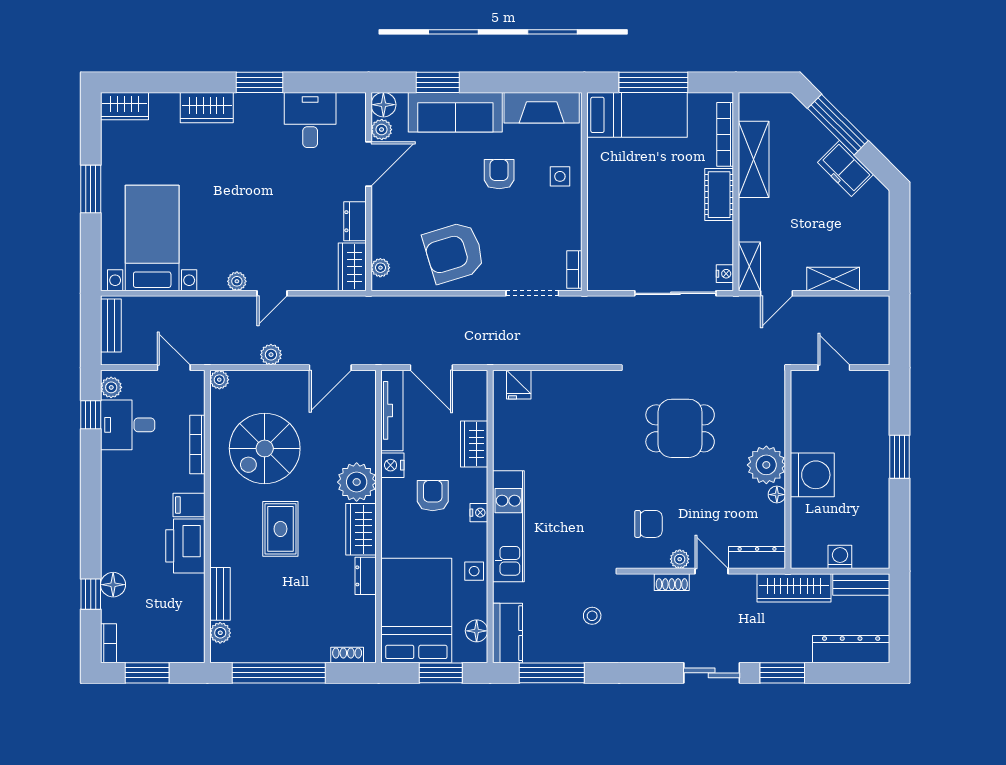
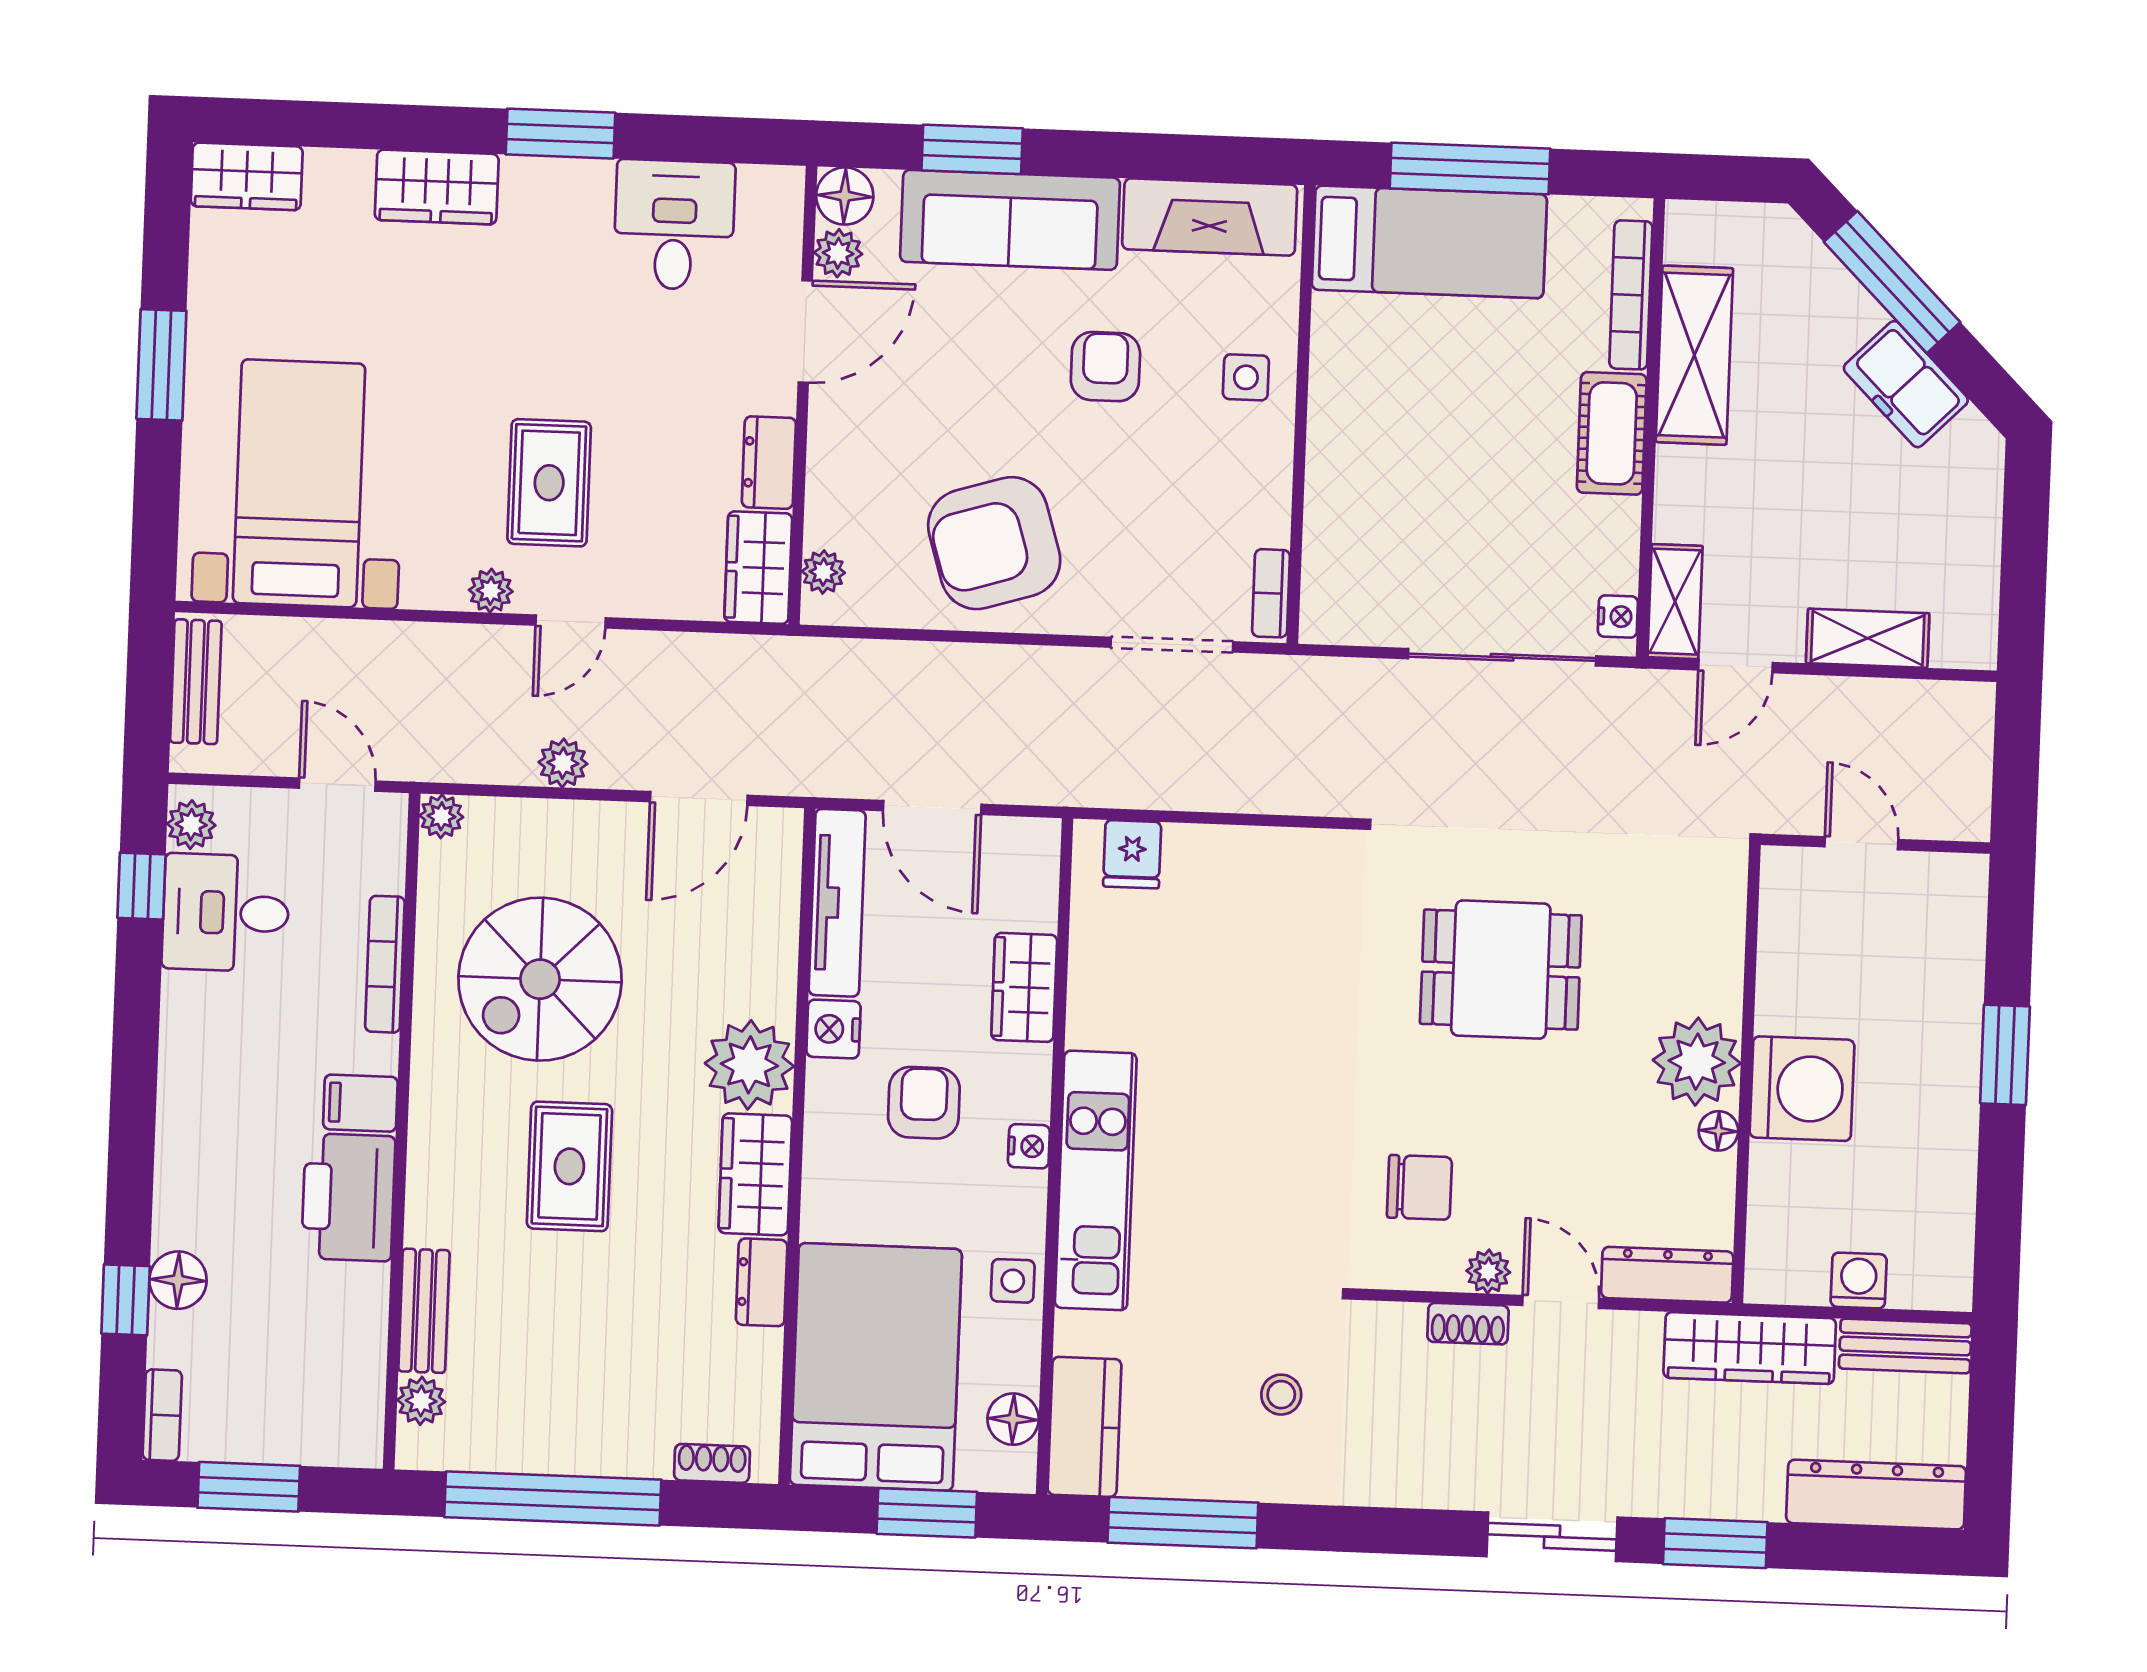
rug: (260, 234) -> (549, 483), added

